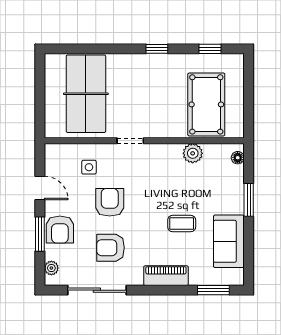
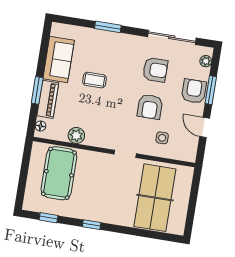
piano: (166, 276) -> (48, 99), moved, turned -90
window: (213, 290) -> (108, 27), moved

